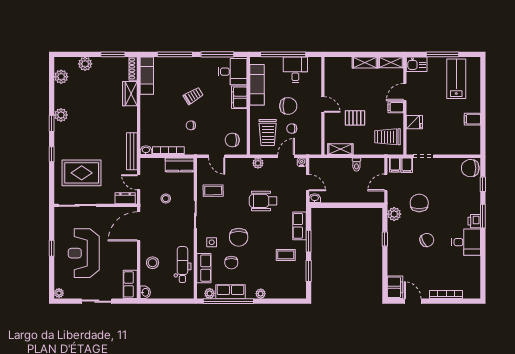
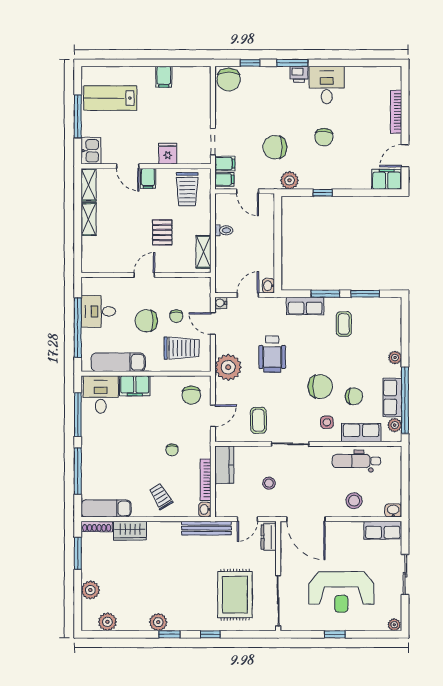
trolley: (193, 96) -> (161, 496), moved
chair: (288, 106) -> (146, 321), turned -90
plant: (258, 163) -> (228, 367), width x1.87, depth x1.87
chair: (427, 240) -> (324, 137), turned -150

